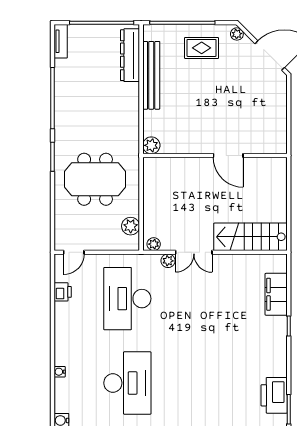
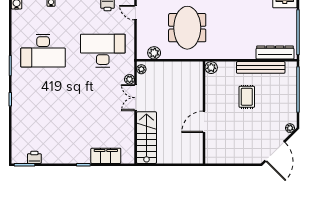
rug: (202, 48) -> (247, 97), moved
printer: (274, 395) -> (34, 157), width x0.53, depth x0.68

